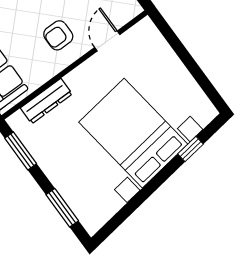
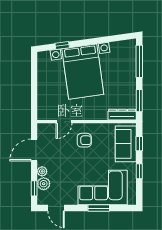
dresser: (46, 101) -> (122, 115), moved
window: (62, 208) -> (139, 61), width x1.44

